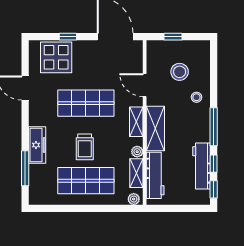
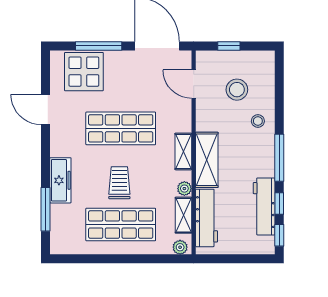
window: (68, 37) -> (99, 46), width x2.17
door: (145, 85) -> (194, 84), moved
trolley: (85, 147) -> (119, 183), turned 180

